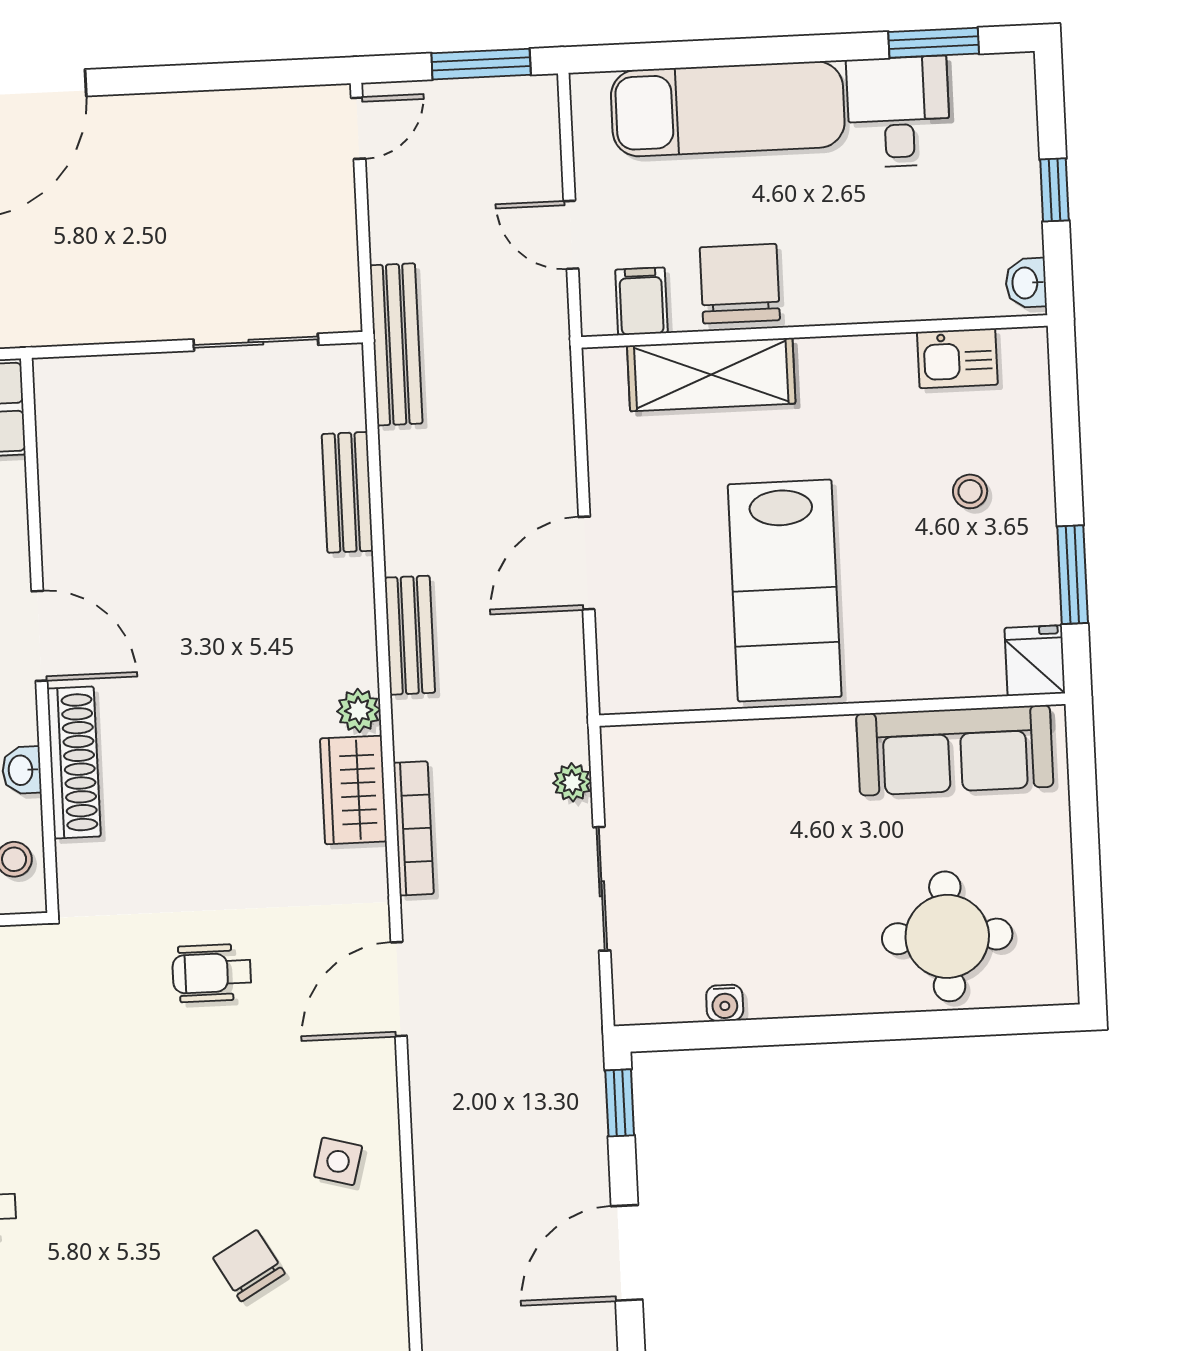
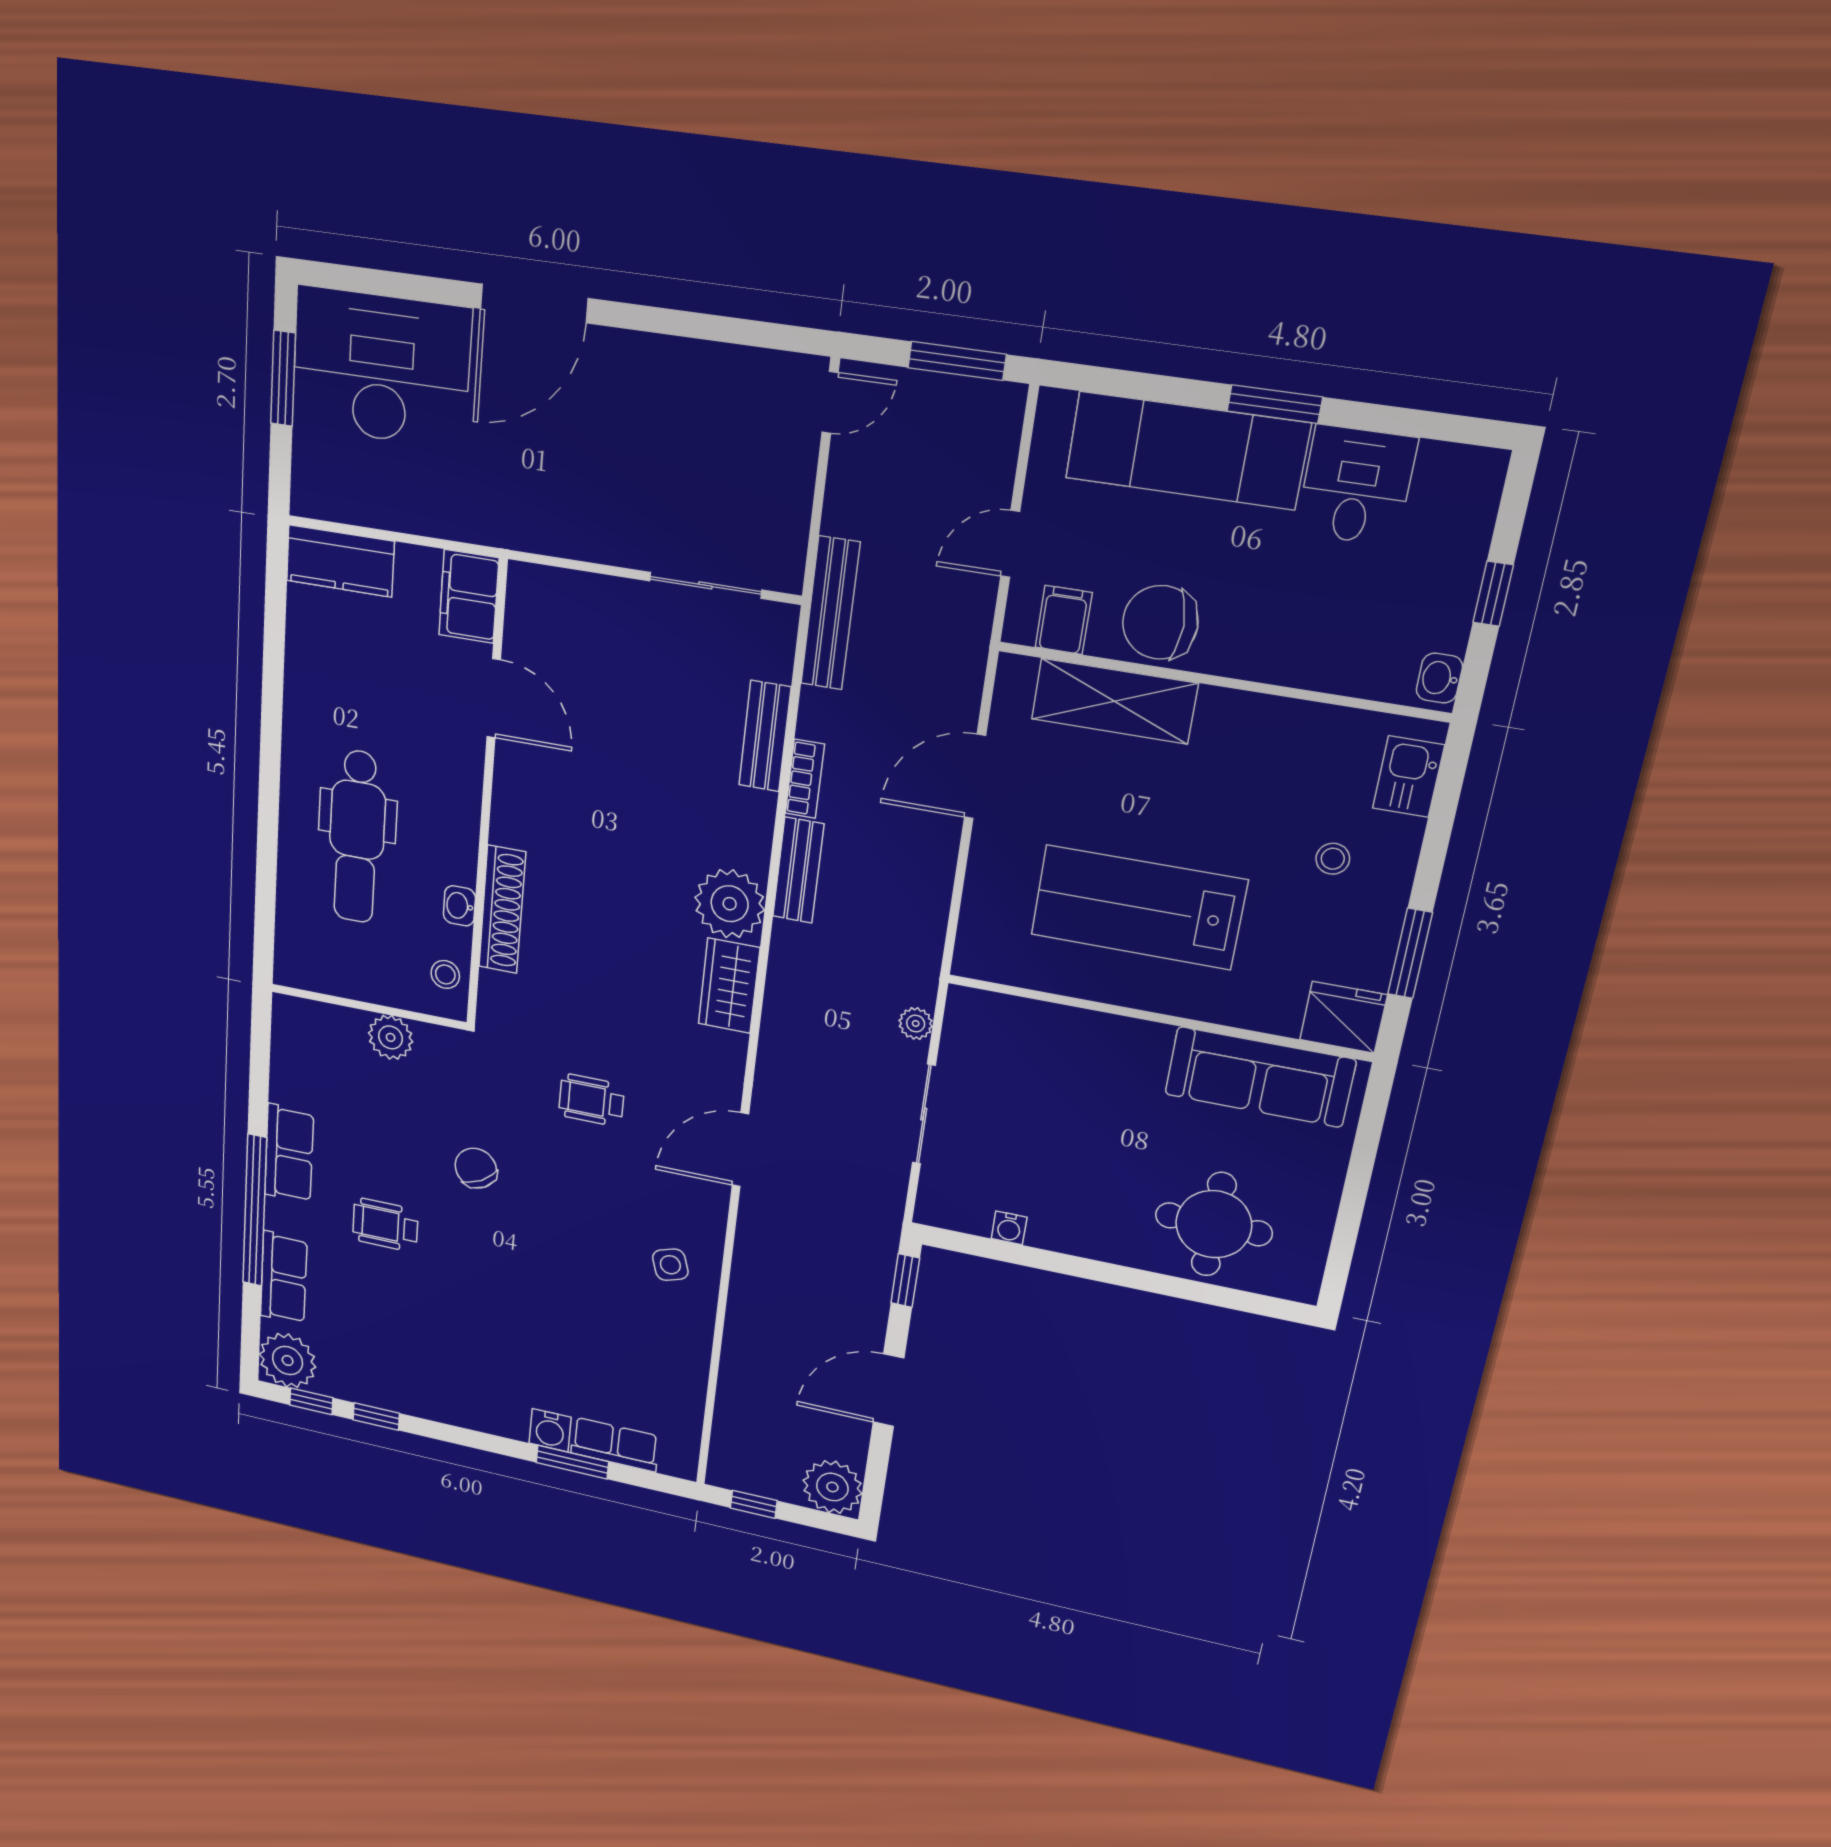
window: (934, 43) -> (1275, 404), moved
door: (571, 235) -> (1010, 544), hinge flipped
chair: (740, 284) -> (1160, 622), turned -90
kitchen sink: (957, 358) -> (1408, 777), moved, turned 90
door: (586, 563) -> (975, 776), moved
lab bench: (785, 591) -> (1138, 907), turned 90
door: (39, 636) -> (494, 698), moved
fridge: (1035, 661) -> (1343, 1017), width x1.38
plant: (359, 710) -> (730, 904), width x1.88, depth x1.88
bookcase: (414, 828) -> (805, 779), moved, width x0.64
side table: (338, 1161) -> (670, 1265), turned -33
chair: (249, 1266) -> (476, 1168), moved

